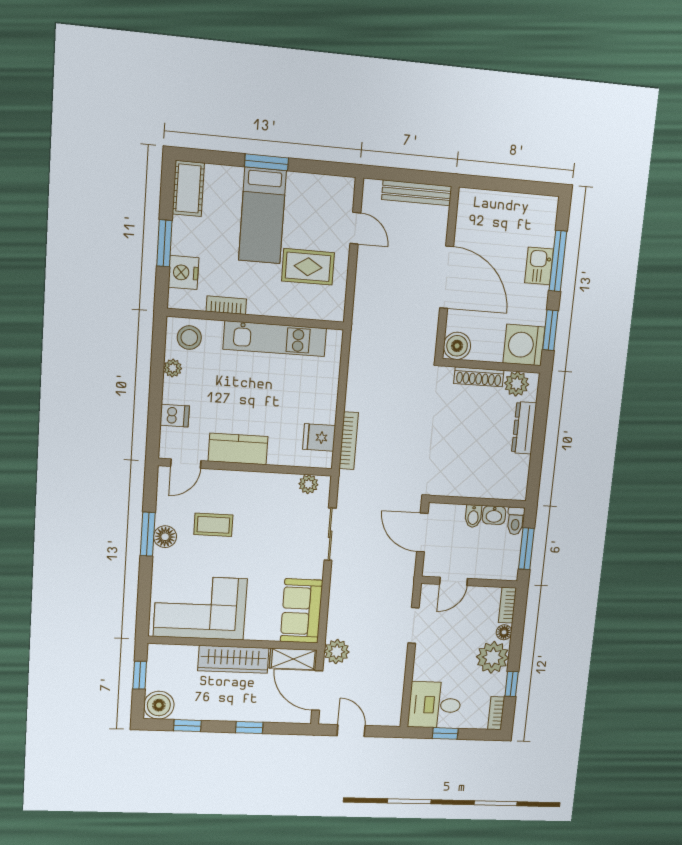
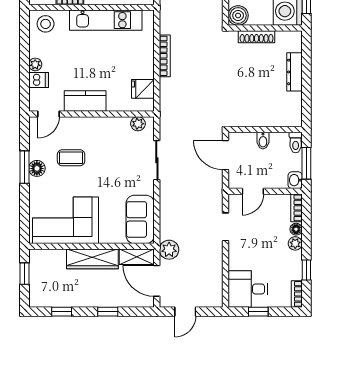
plant: (173, 368) -> (35, 64), moved
plant: (517, 384) -> (285, 40), removed
bookcase: (349, 441) -> (165, 56), moved
washbasin: (494, 515) -> (295, 180), moved, turned 90
plant: (493, 657) -> (295, 243), width x0.53, depth x0.53
boiler: (159, 705) -> (40, 296), removed
door: (351, 731) -> (185, 312), swing flipped

